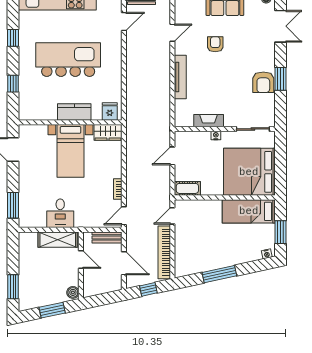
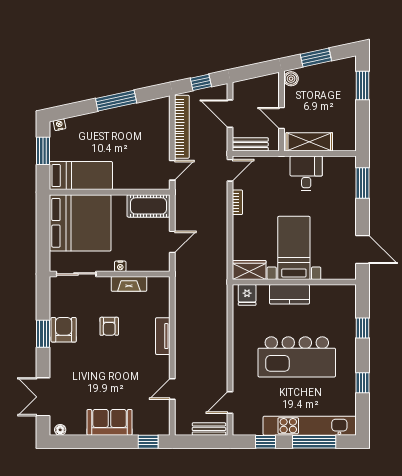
armchair: (215, 44) -> (109, 326), moved
tv unit: (180, 77) -> (163, 336), width x0.71
cot: (187, 188) -> (149, 206), width x1.37, depth x1.34

